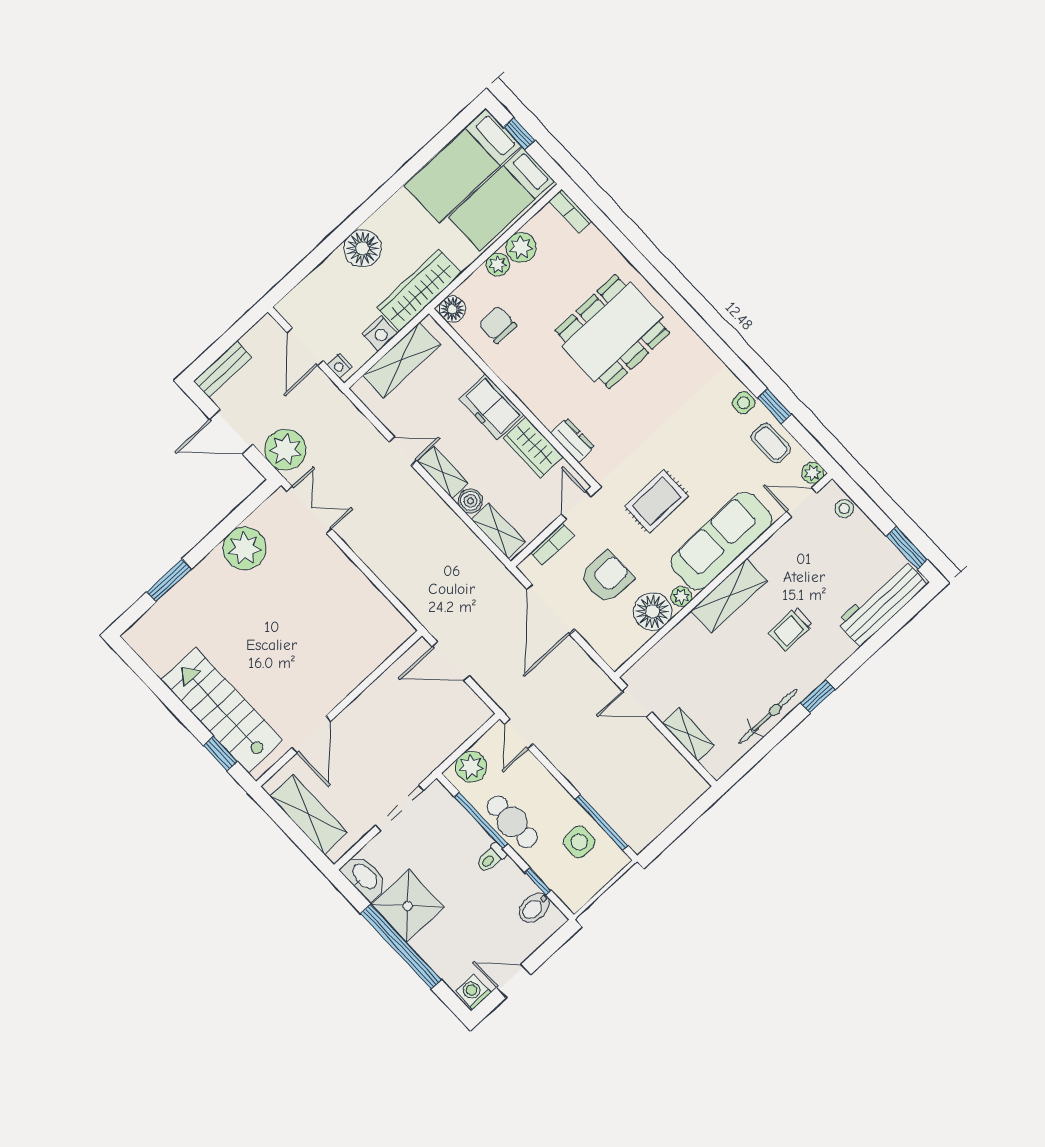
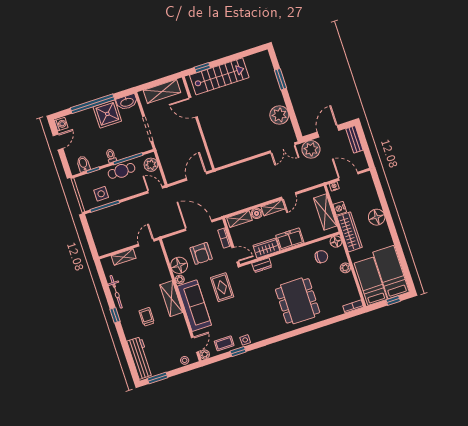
plant: (521, 247) -> (348, 280), removed

